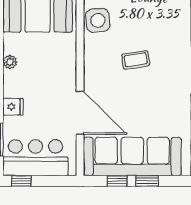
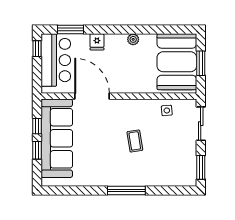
side table: (98, 20) -> (167, 110), width x0.54, depth x0.54
door: (80, 113) -> (92, 96), swing flipped

